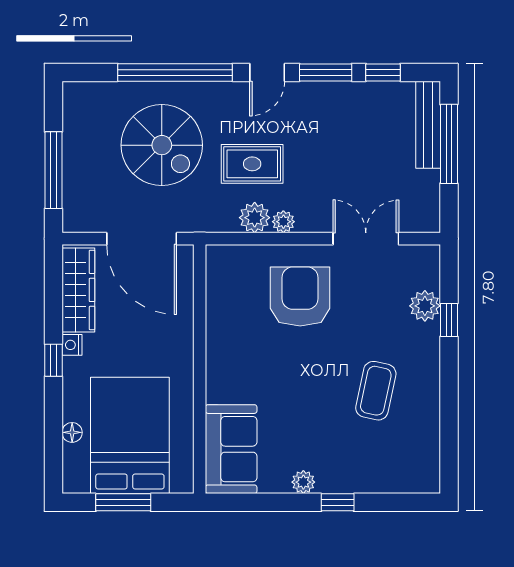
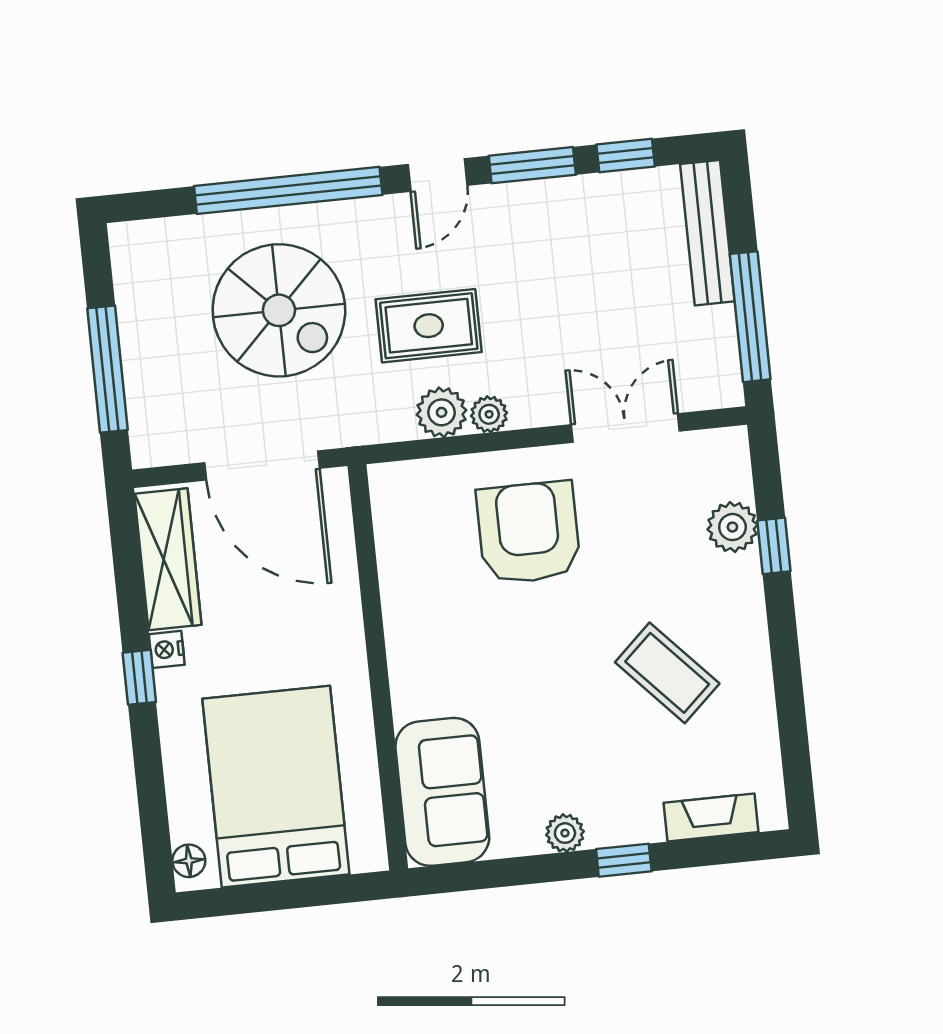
window: (449, 144) -> (750, 317), moved
coffee table: (376, 391) -> (667, 673), turned -55
floor lamp: (72, 432) -> (189, 861), moved
fireplace: (393, 482) -> (711, 817), added
window: (123, 502) -> (276, 896), removed

